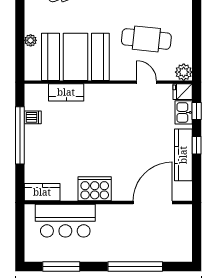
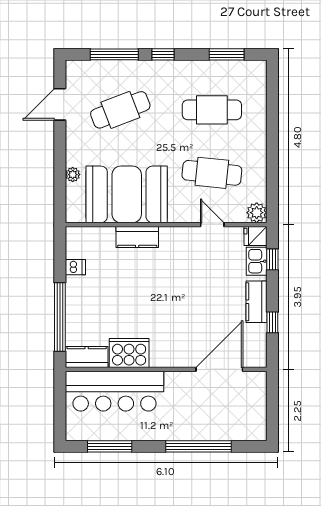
kitchen counter: (66, 92) -> (137, 237), moved
window: (20, 135) -> (60, 317), moved
window: (197, 145) -> (272, 322), moved
kitchen counter: (183, 155) -> (256, 302), width x0.67
cooker: (95, 189) -> (129, 353), moved
bar counter: (65, 221) -> (115, 391), width x1.36

